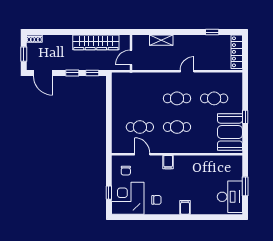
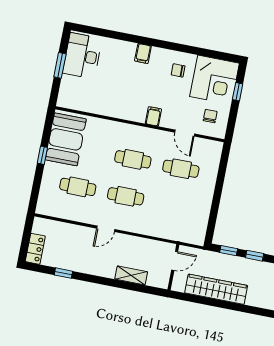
locker: (237, 52) -> (35, 249), width x0.66

